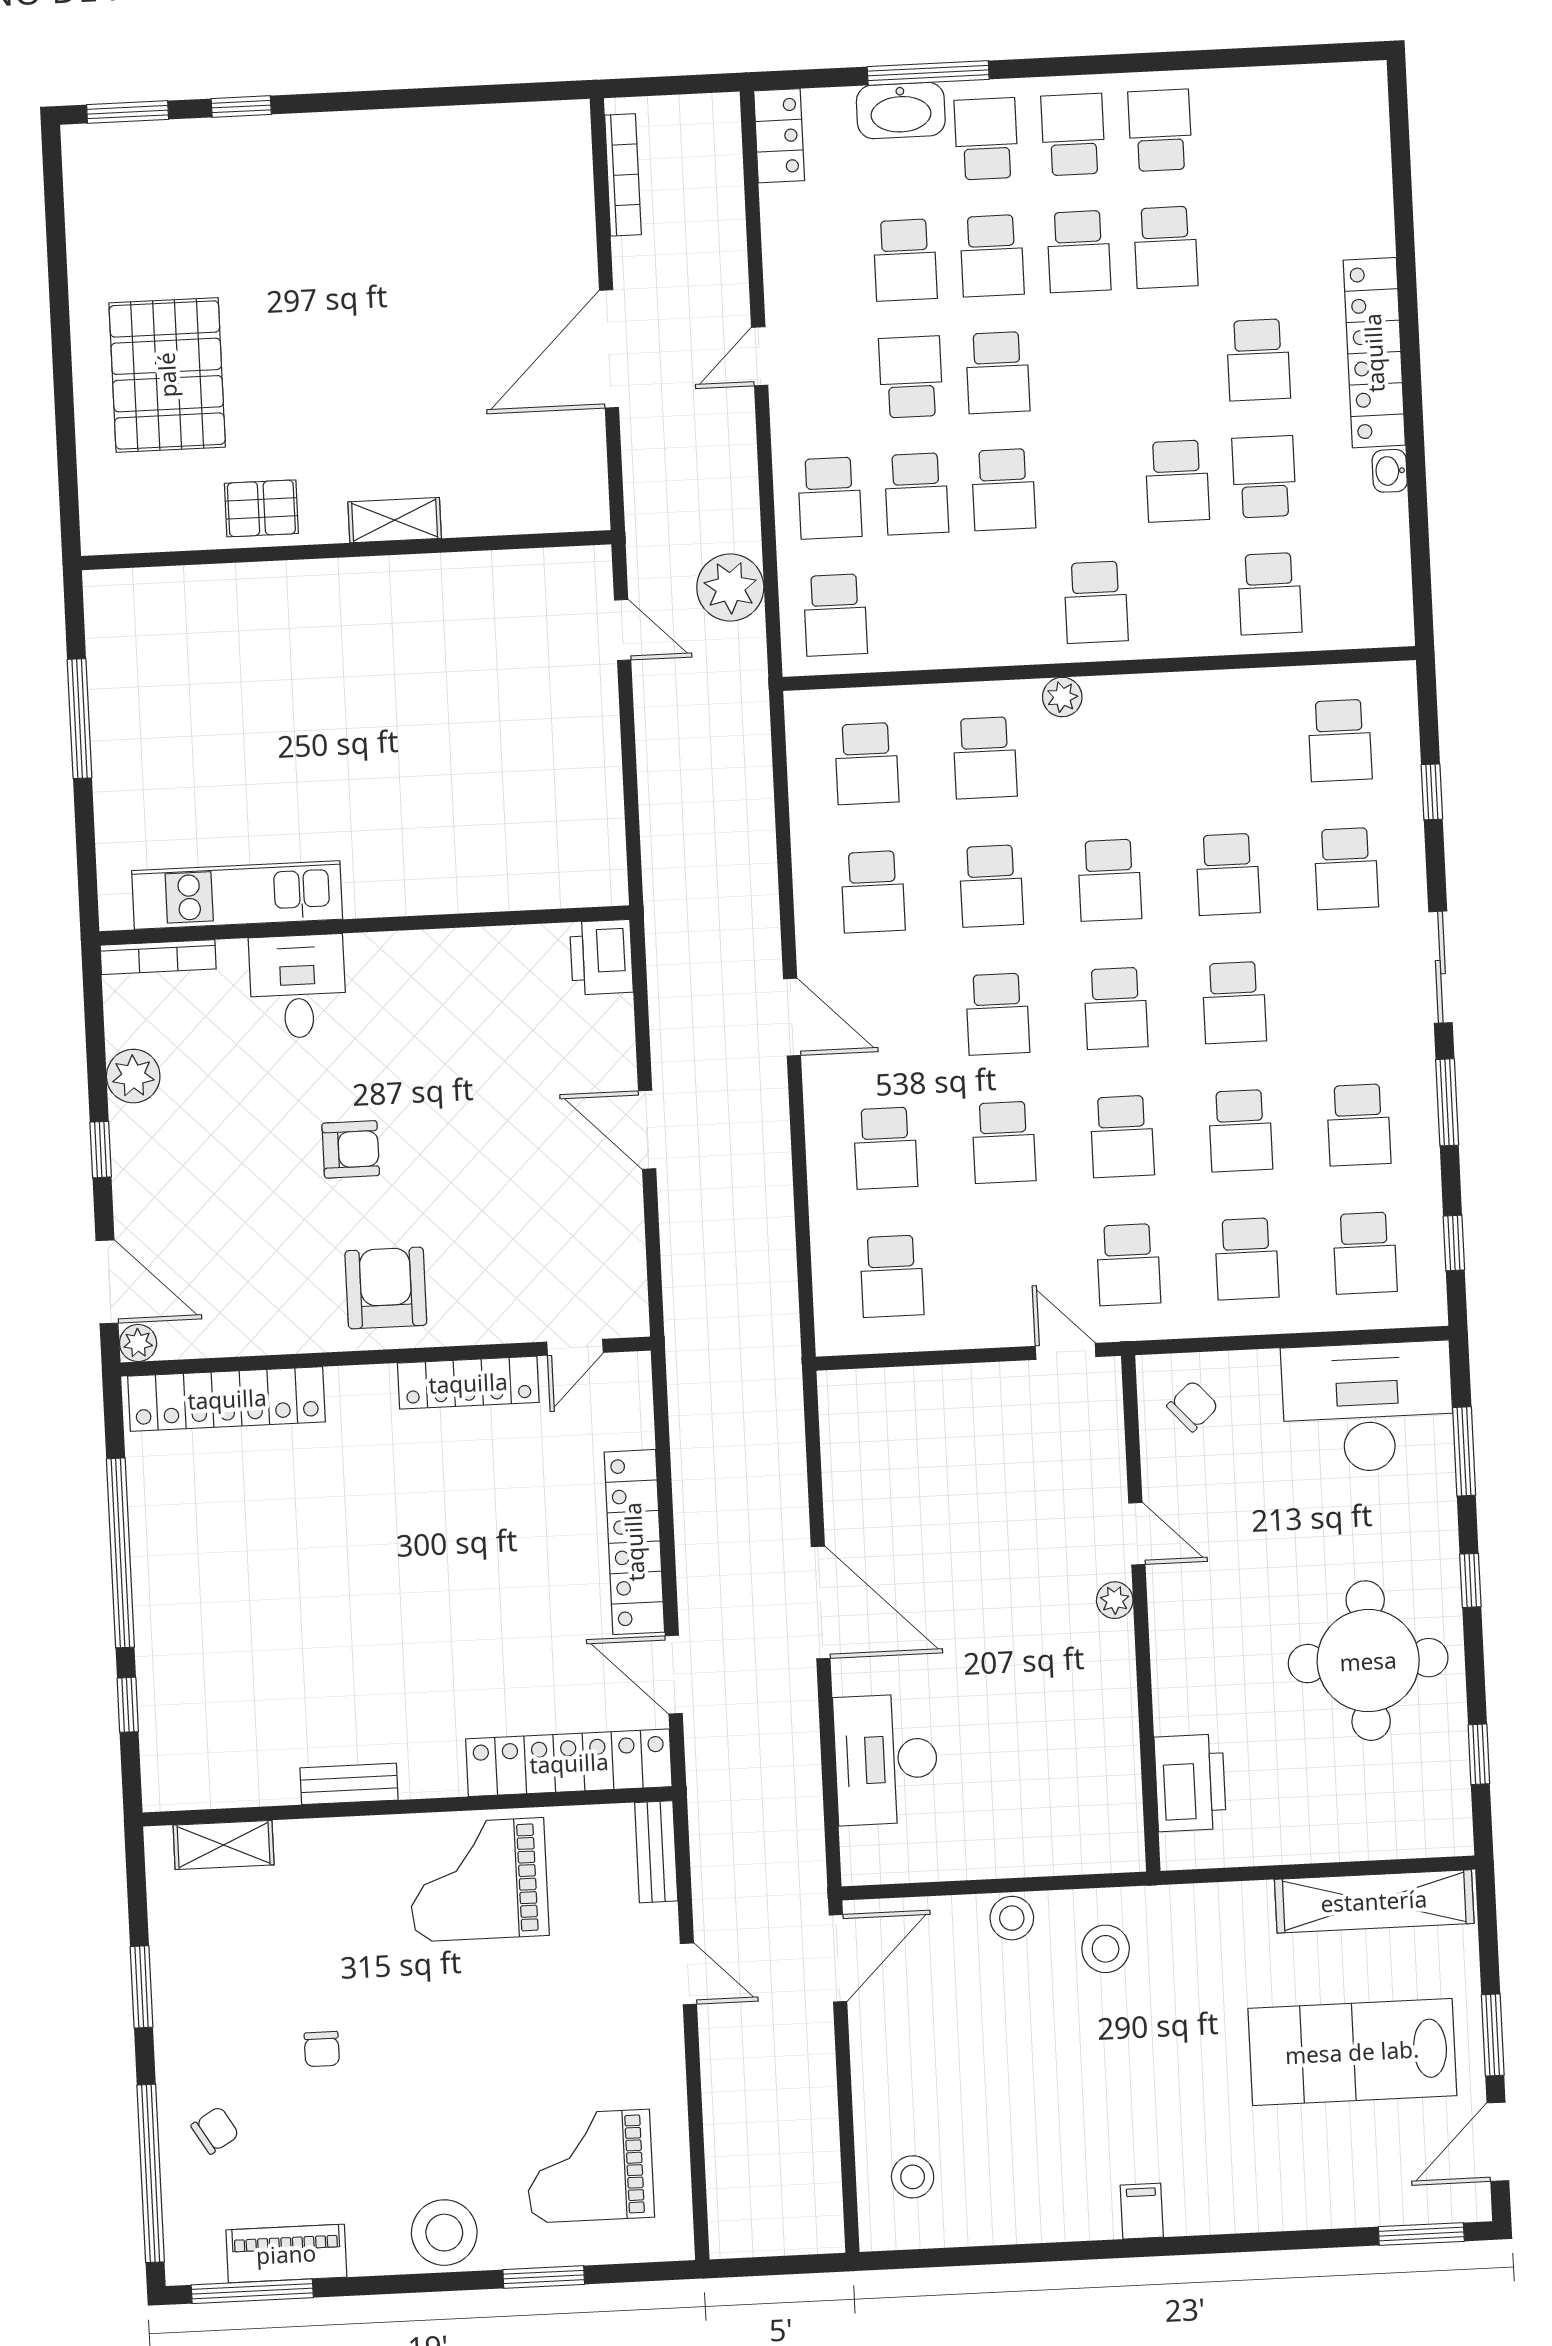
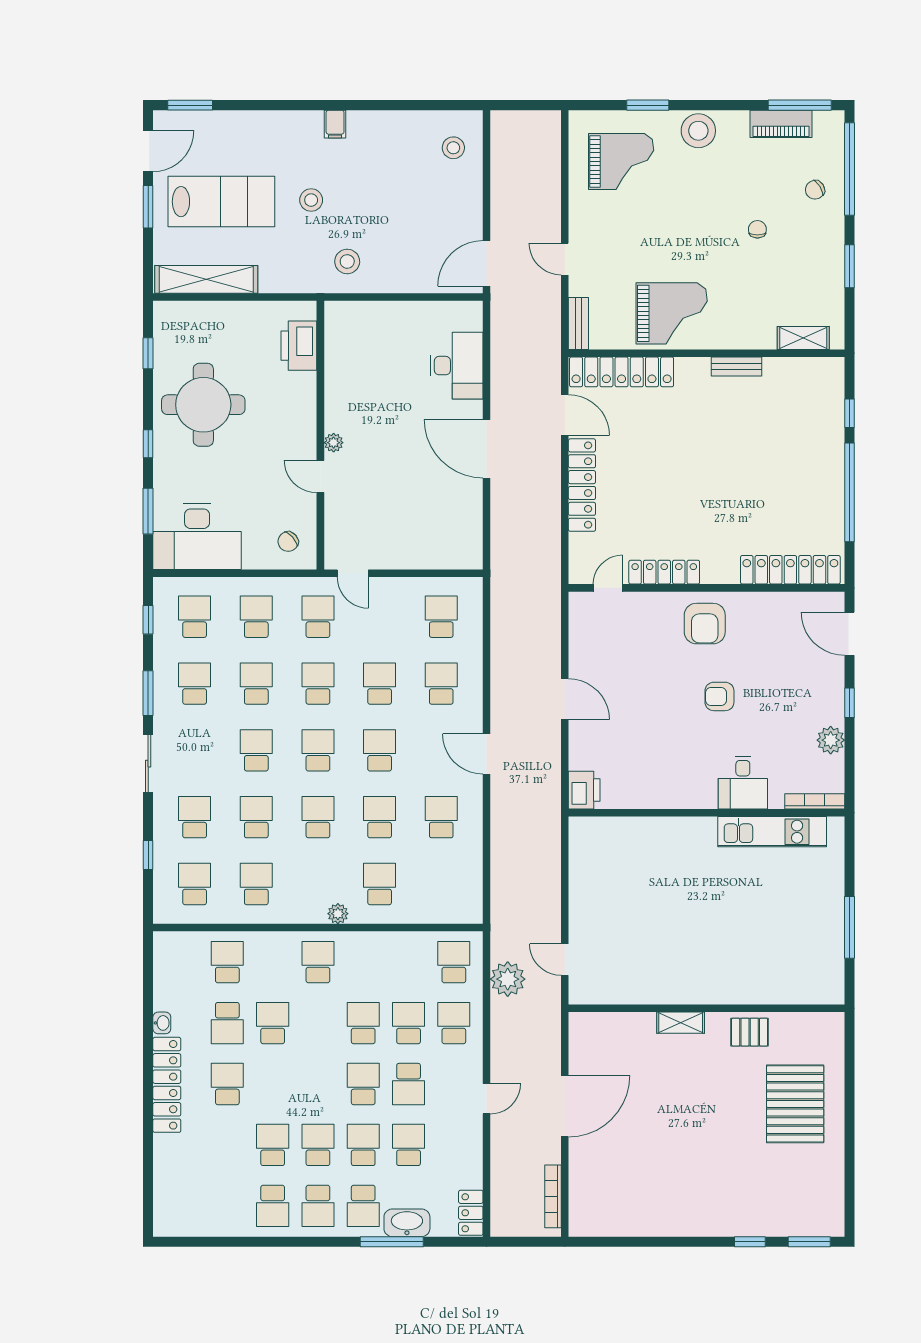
school desk: (867, 764) -> (256, 884), moved
plant: (138, 1343) -> (835, 601), removed
stool: (1012, 1918) -> (311, 200), moved

